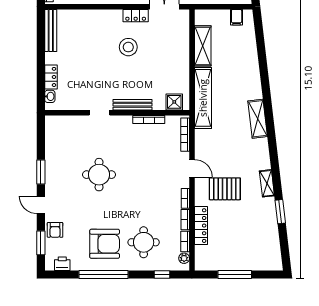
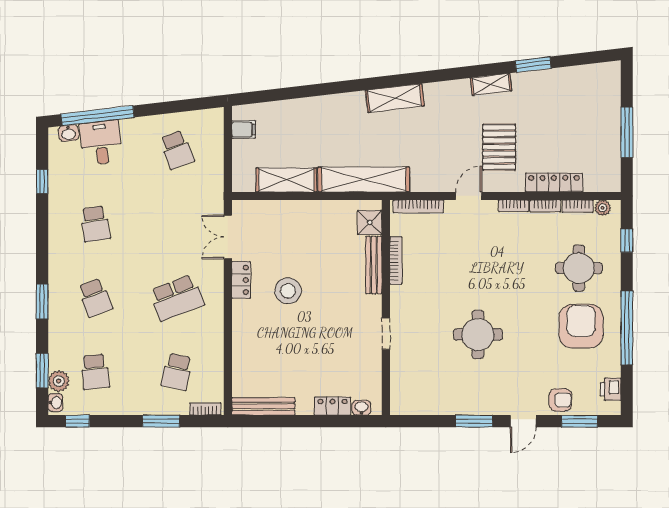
bench: (133, 105) -> (374, 265), moved

